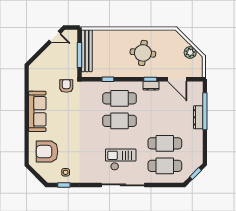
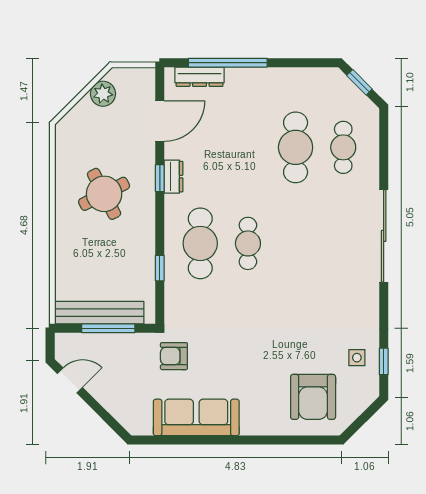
door: (55, 37) -> (70, 380), hinge flipped
round table: (143, 53) -> (104, 194), turned -34
sofa: (37, 111) -> (196, 417), moved
dresser: (198, 117) -> (200, 77), moved
cafe table: (119, 121) -> (248, 243), width x0.73, depth x0.74
checkout: (121, 160) -> (330, 241), removed
cafe table: (165, 166) -> (343, 147), width x0.73, depth x0.74

